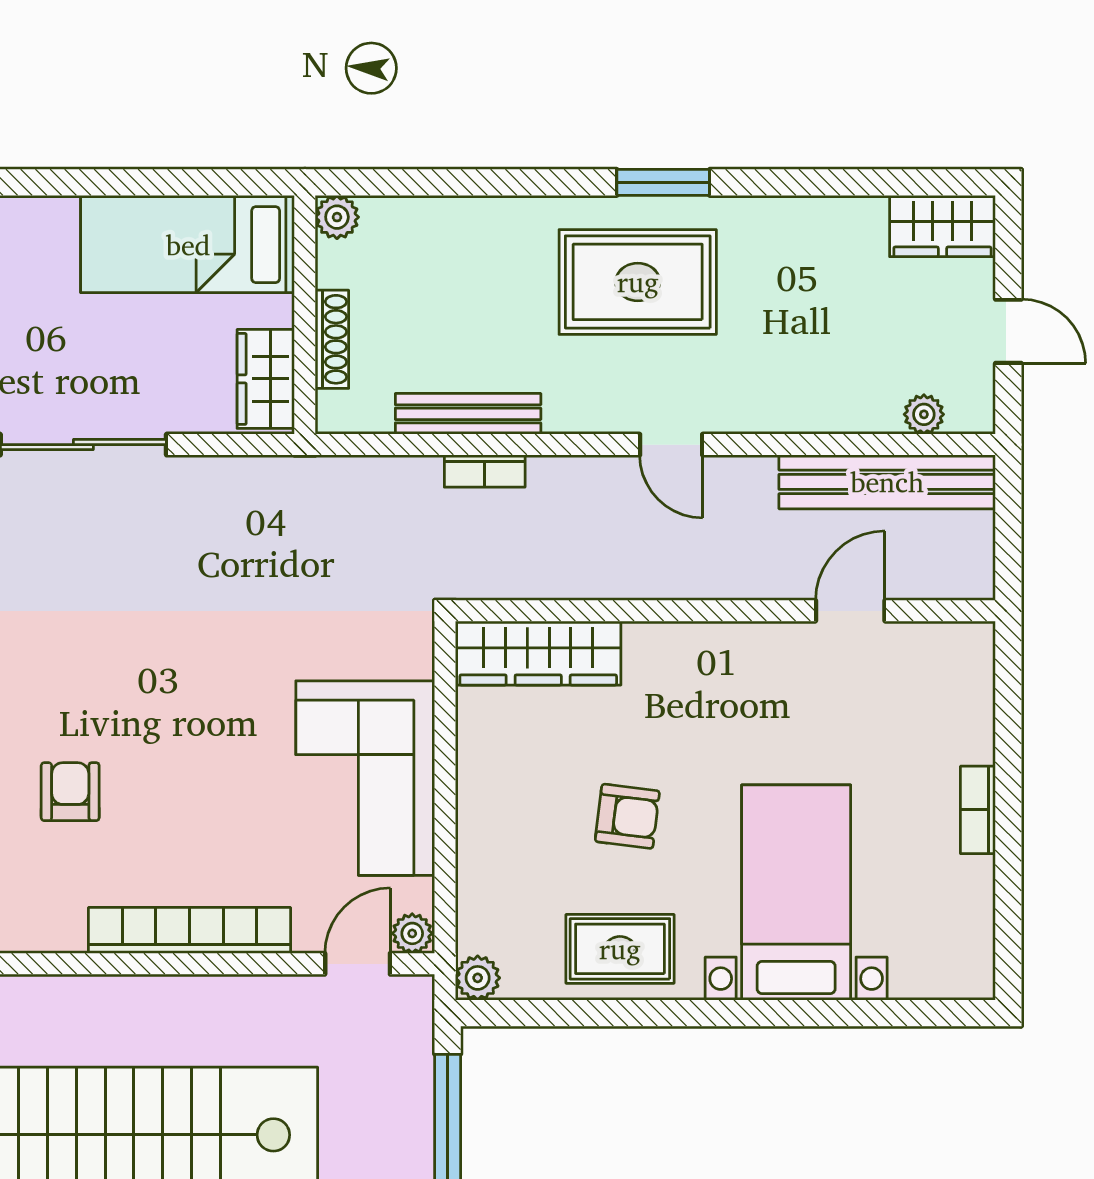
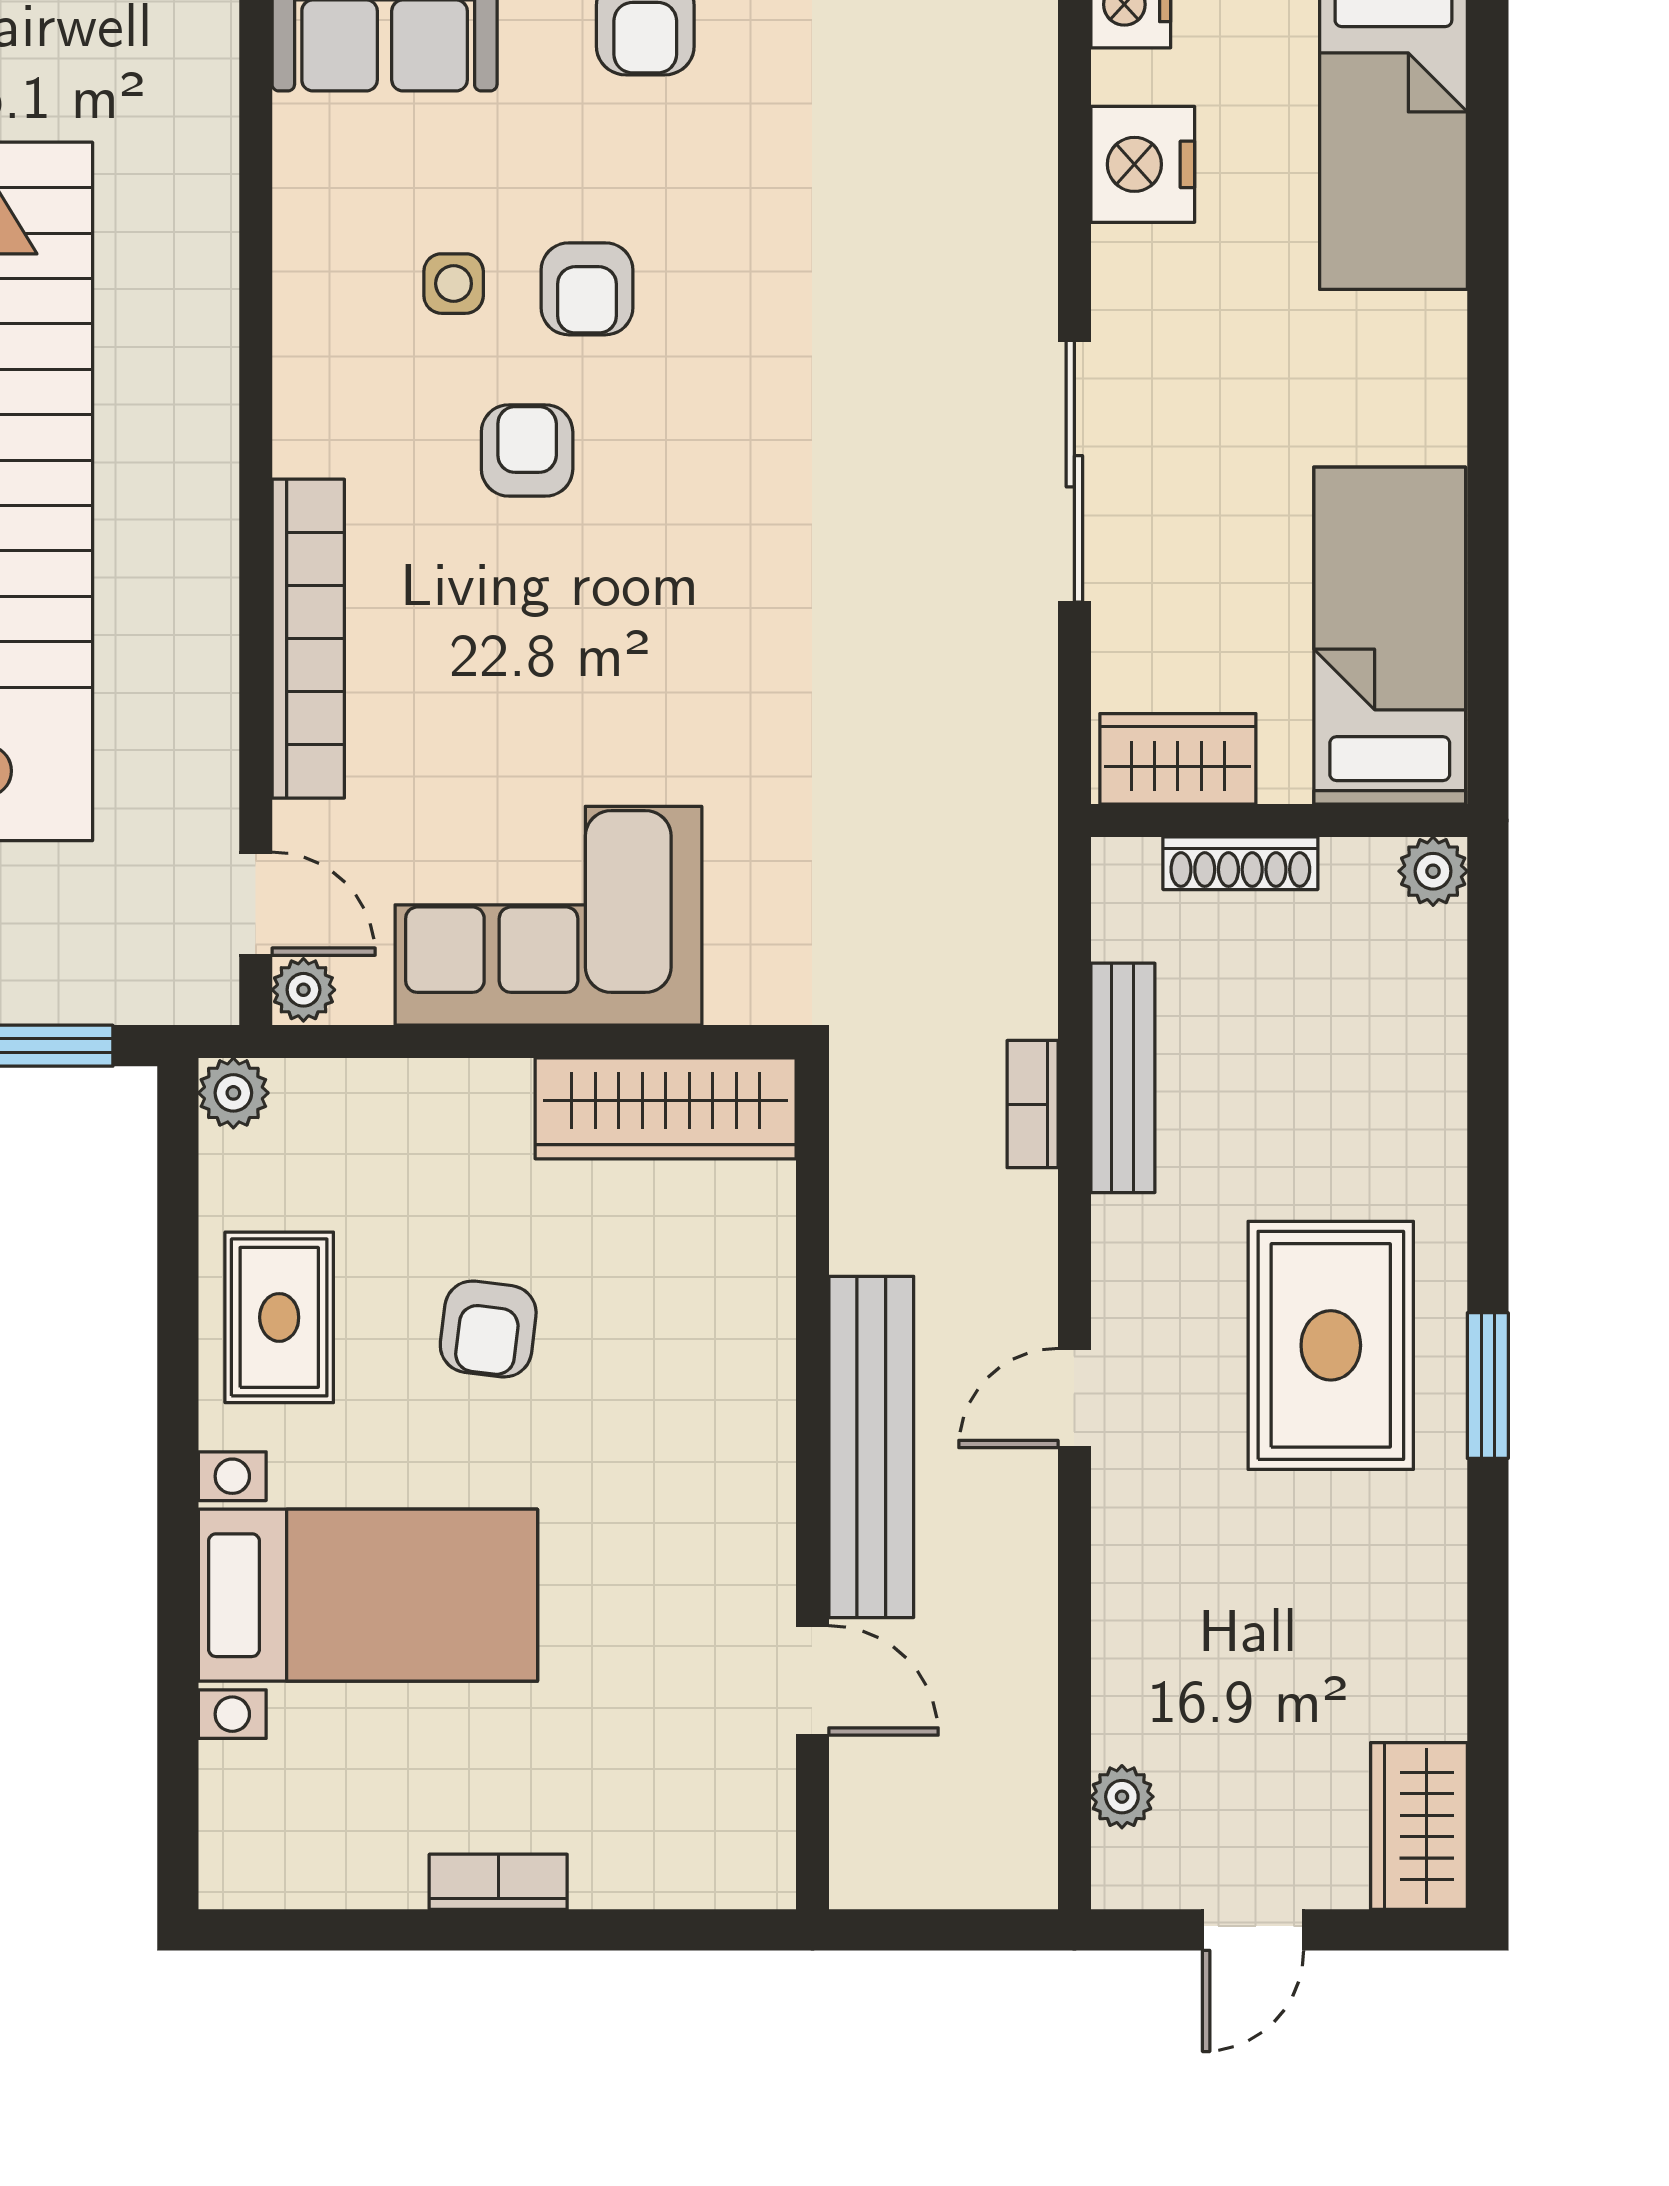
bench: (887, 482) -> (871, 1447), moved
wardrobe: (538, 653) -> (666, 1108), moved, turned -90
armchair: (70, 792) -> (527, 450), turned -90

